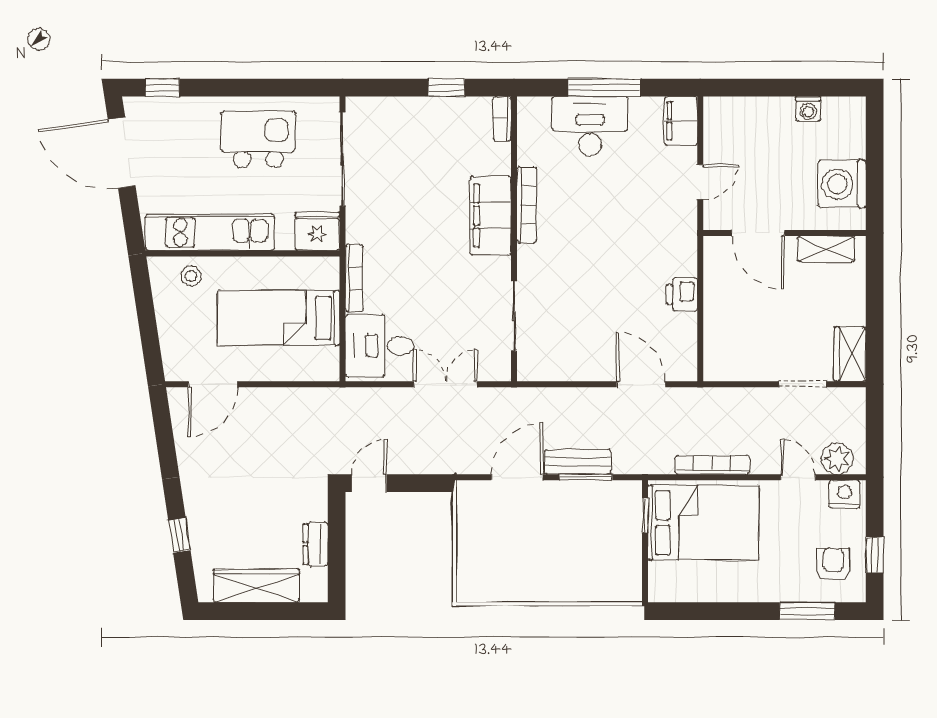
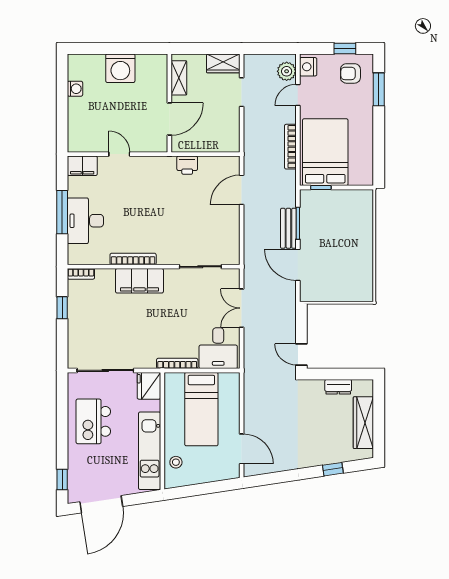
door: (758, 233) -> (169, 119), moved
wall: (785, 233) -> (169, 103), moved
shelving: (826, 249) -> (179, 78), moved

